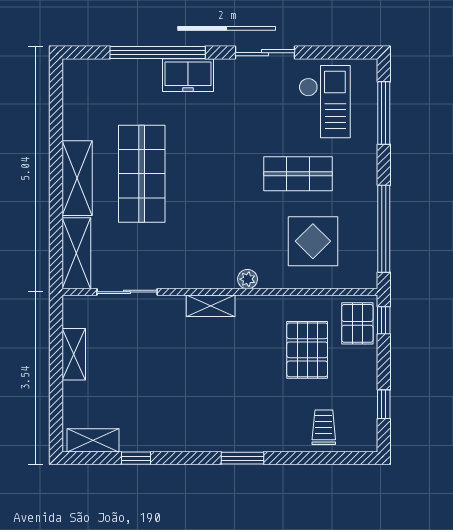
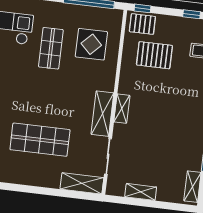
shelving: (77, 178) -> (102, 114), moved, turned 90
plant: (247, 279) -> (109, 85), removed

